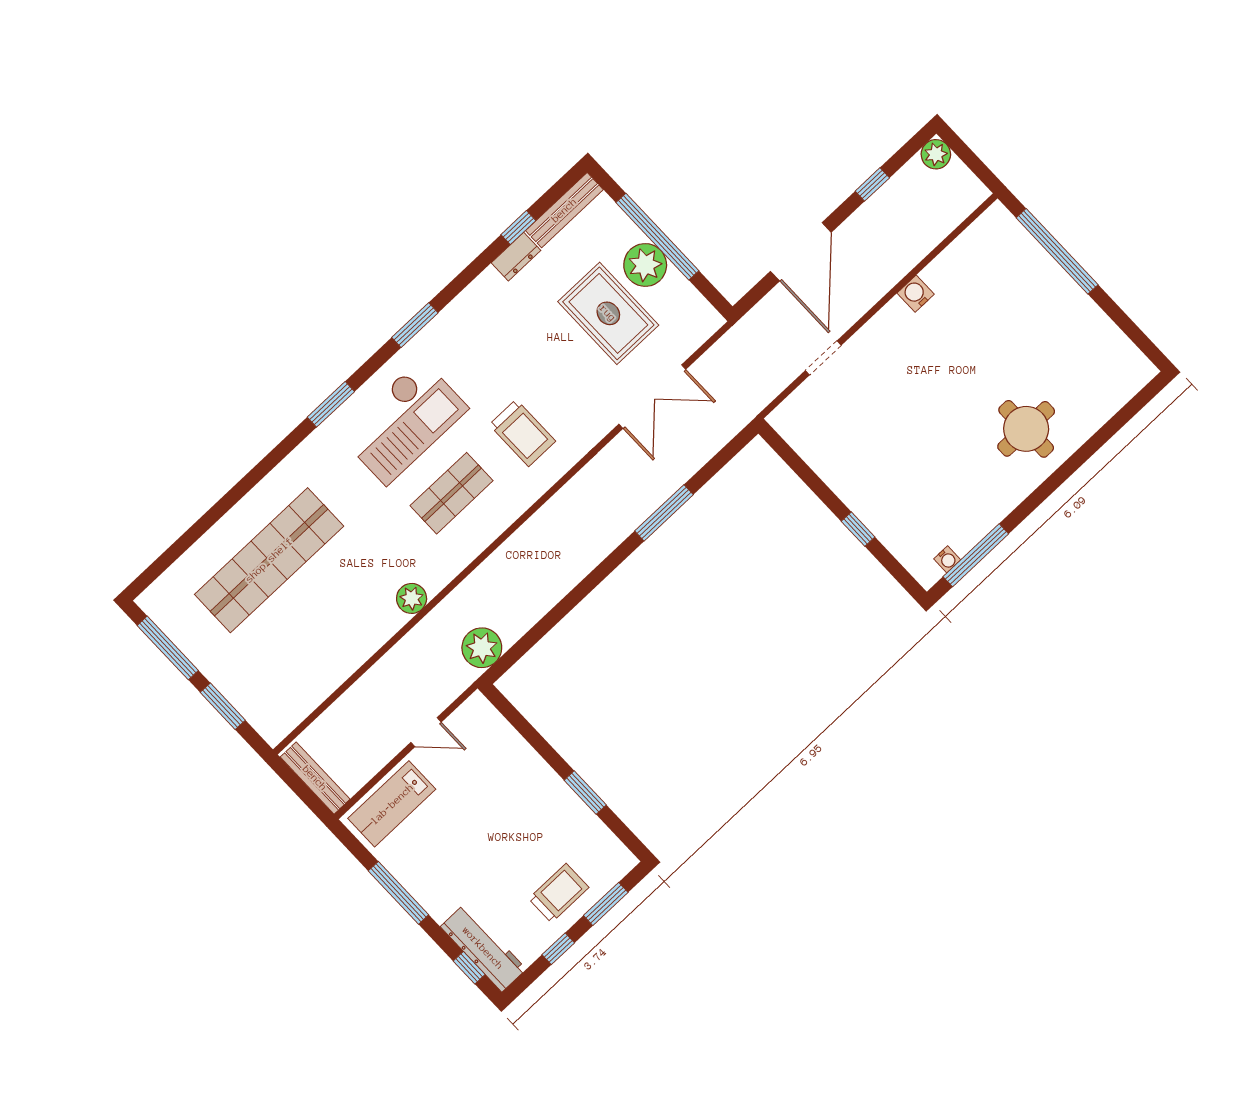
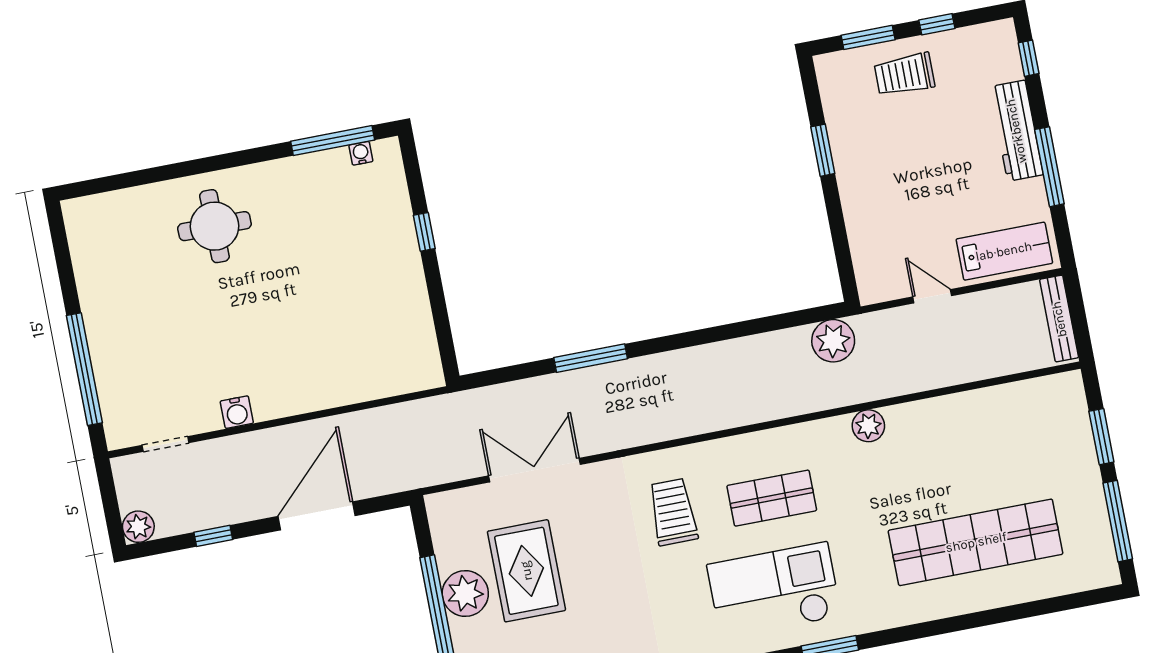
doorway: (823, 358) -> (166, 444), moved
workbench: (483, 948) -> (1016, 131), moved

